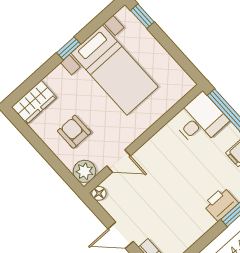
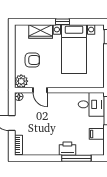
wardrobe: (34, 102) -> (41, 31), moved
armchair: (74, 132) -> (32, 60), turned 90

